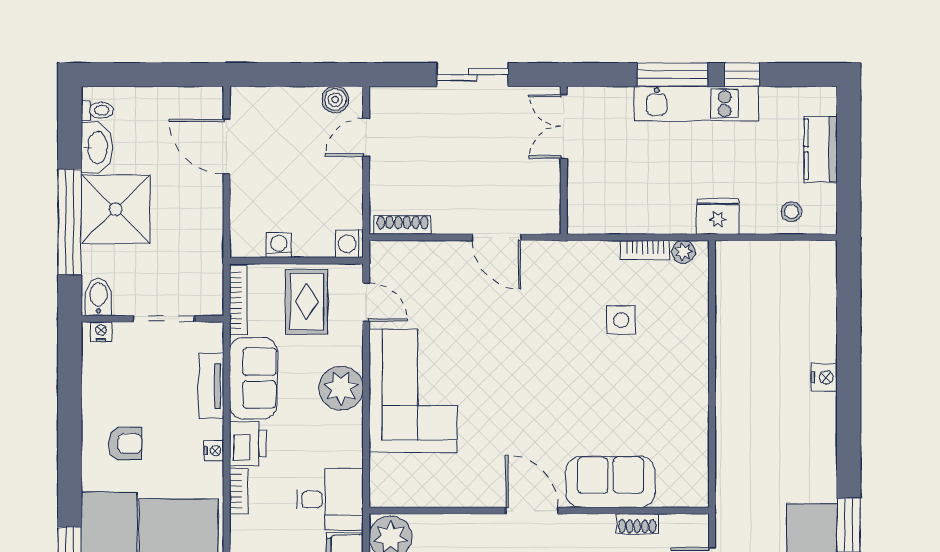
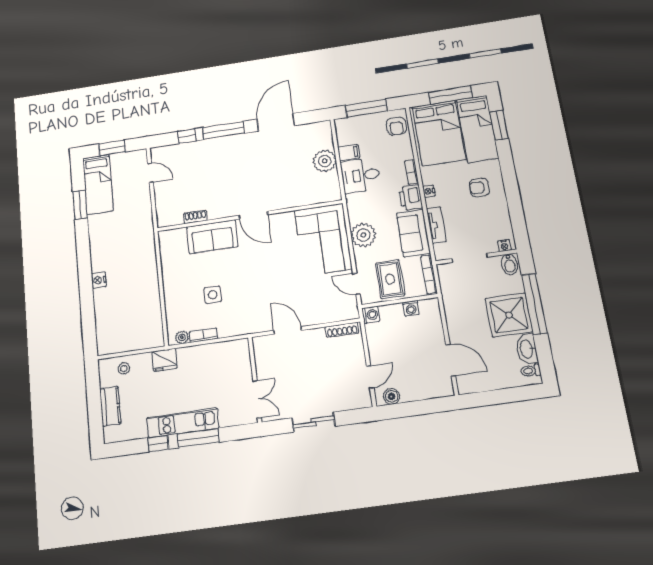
sofa: (611, 482) -> (212, 237), moved
door: (532, 511) -> (253, 215), moved
wall: (539, 511) -> (249, 216), moved
shoe rack: (637, 524) -> (195, 217), moved

